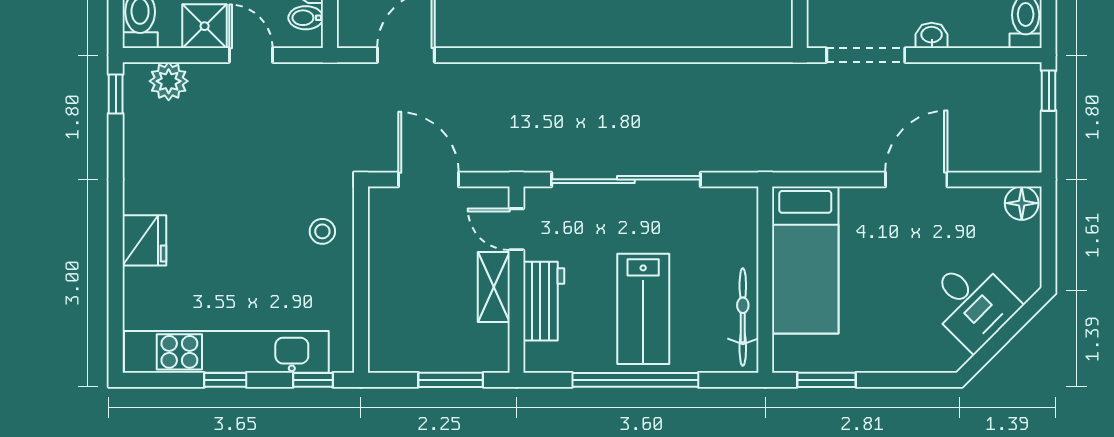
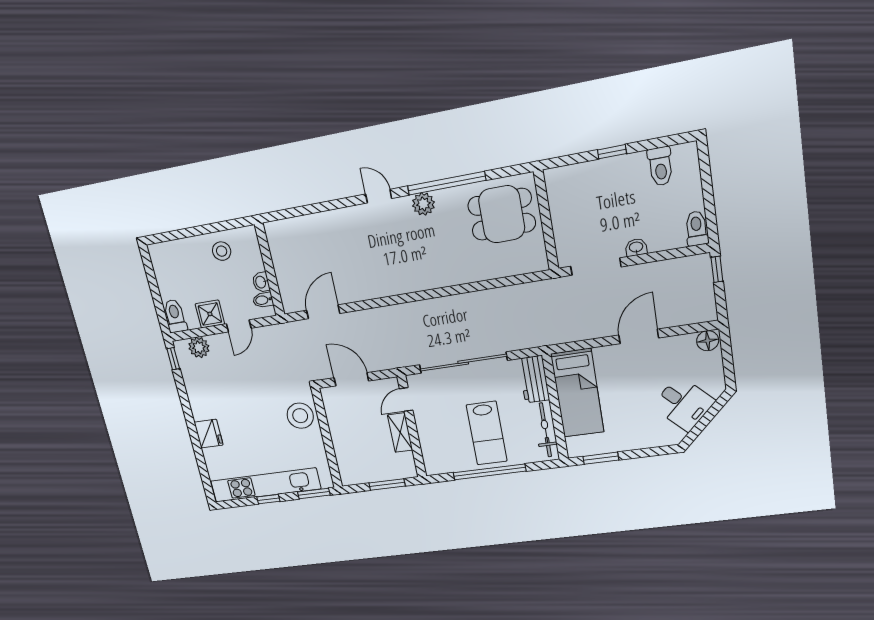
door: (251, 55) -> (239, 326), swing flipped
door: (516, 229) -> (406, 400), hinge flipped
stool: (322, 231) -> (300, 416), width x1.89, depth x1.89
workbench: (544, 301) -> (534, 379), moved, turned 180
window: (313, 380) -> (314, 494), width x1.50

